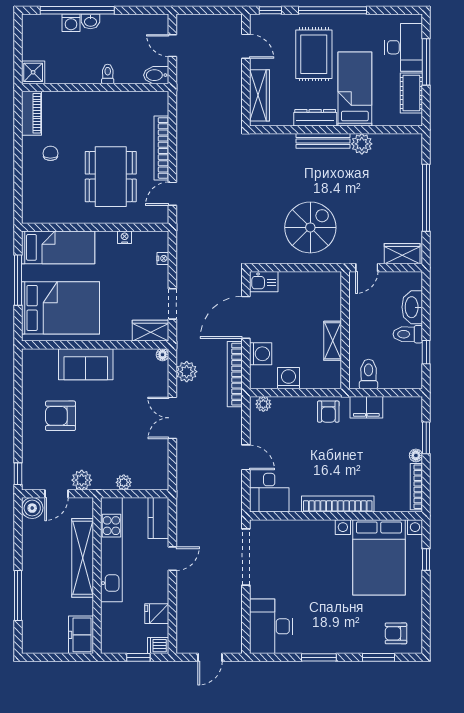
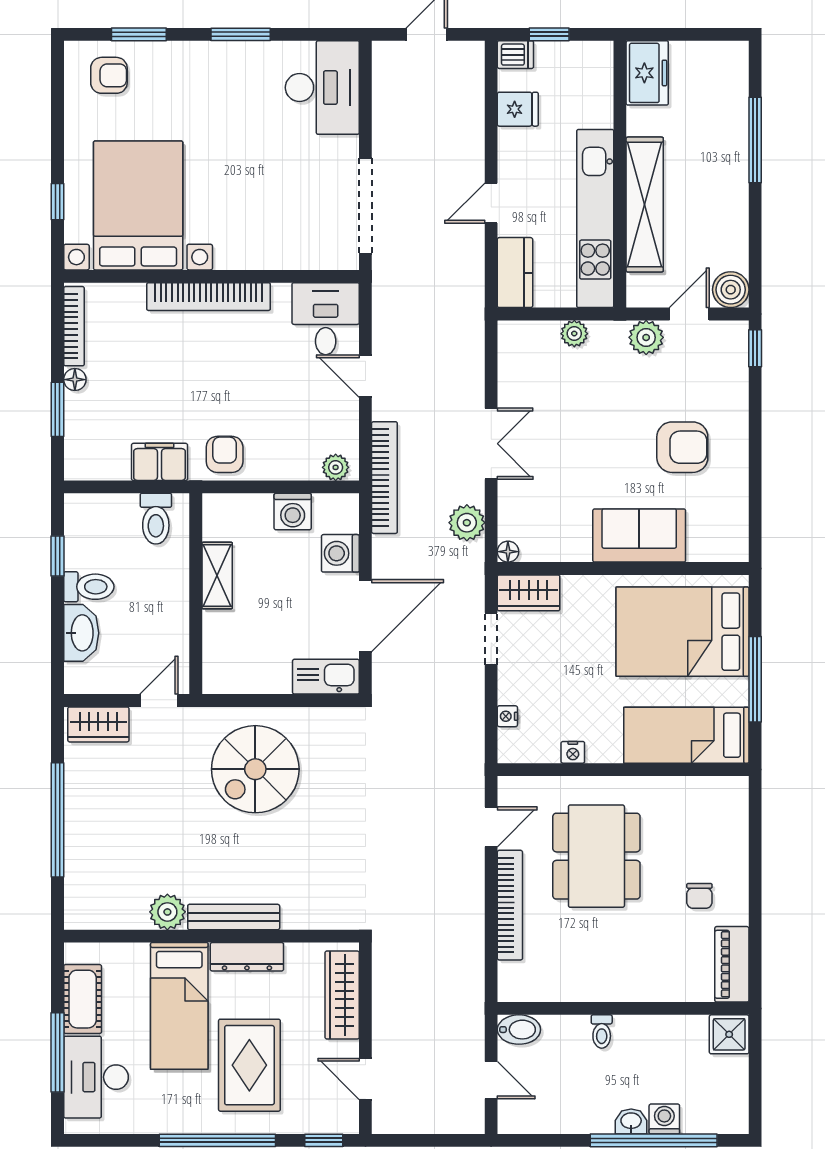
kitchen sink: (264, 282) -> (326, 677), width x1.38
bookcase: (235, 374) -> (384, 478), moved

